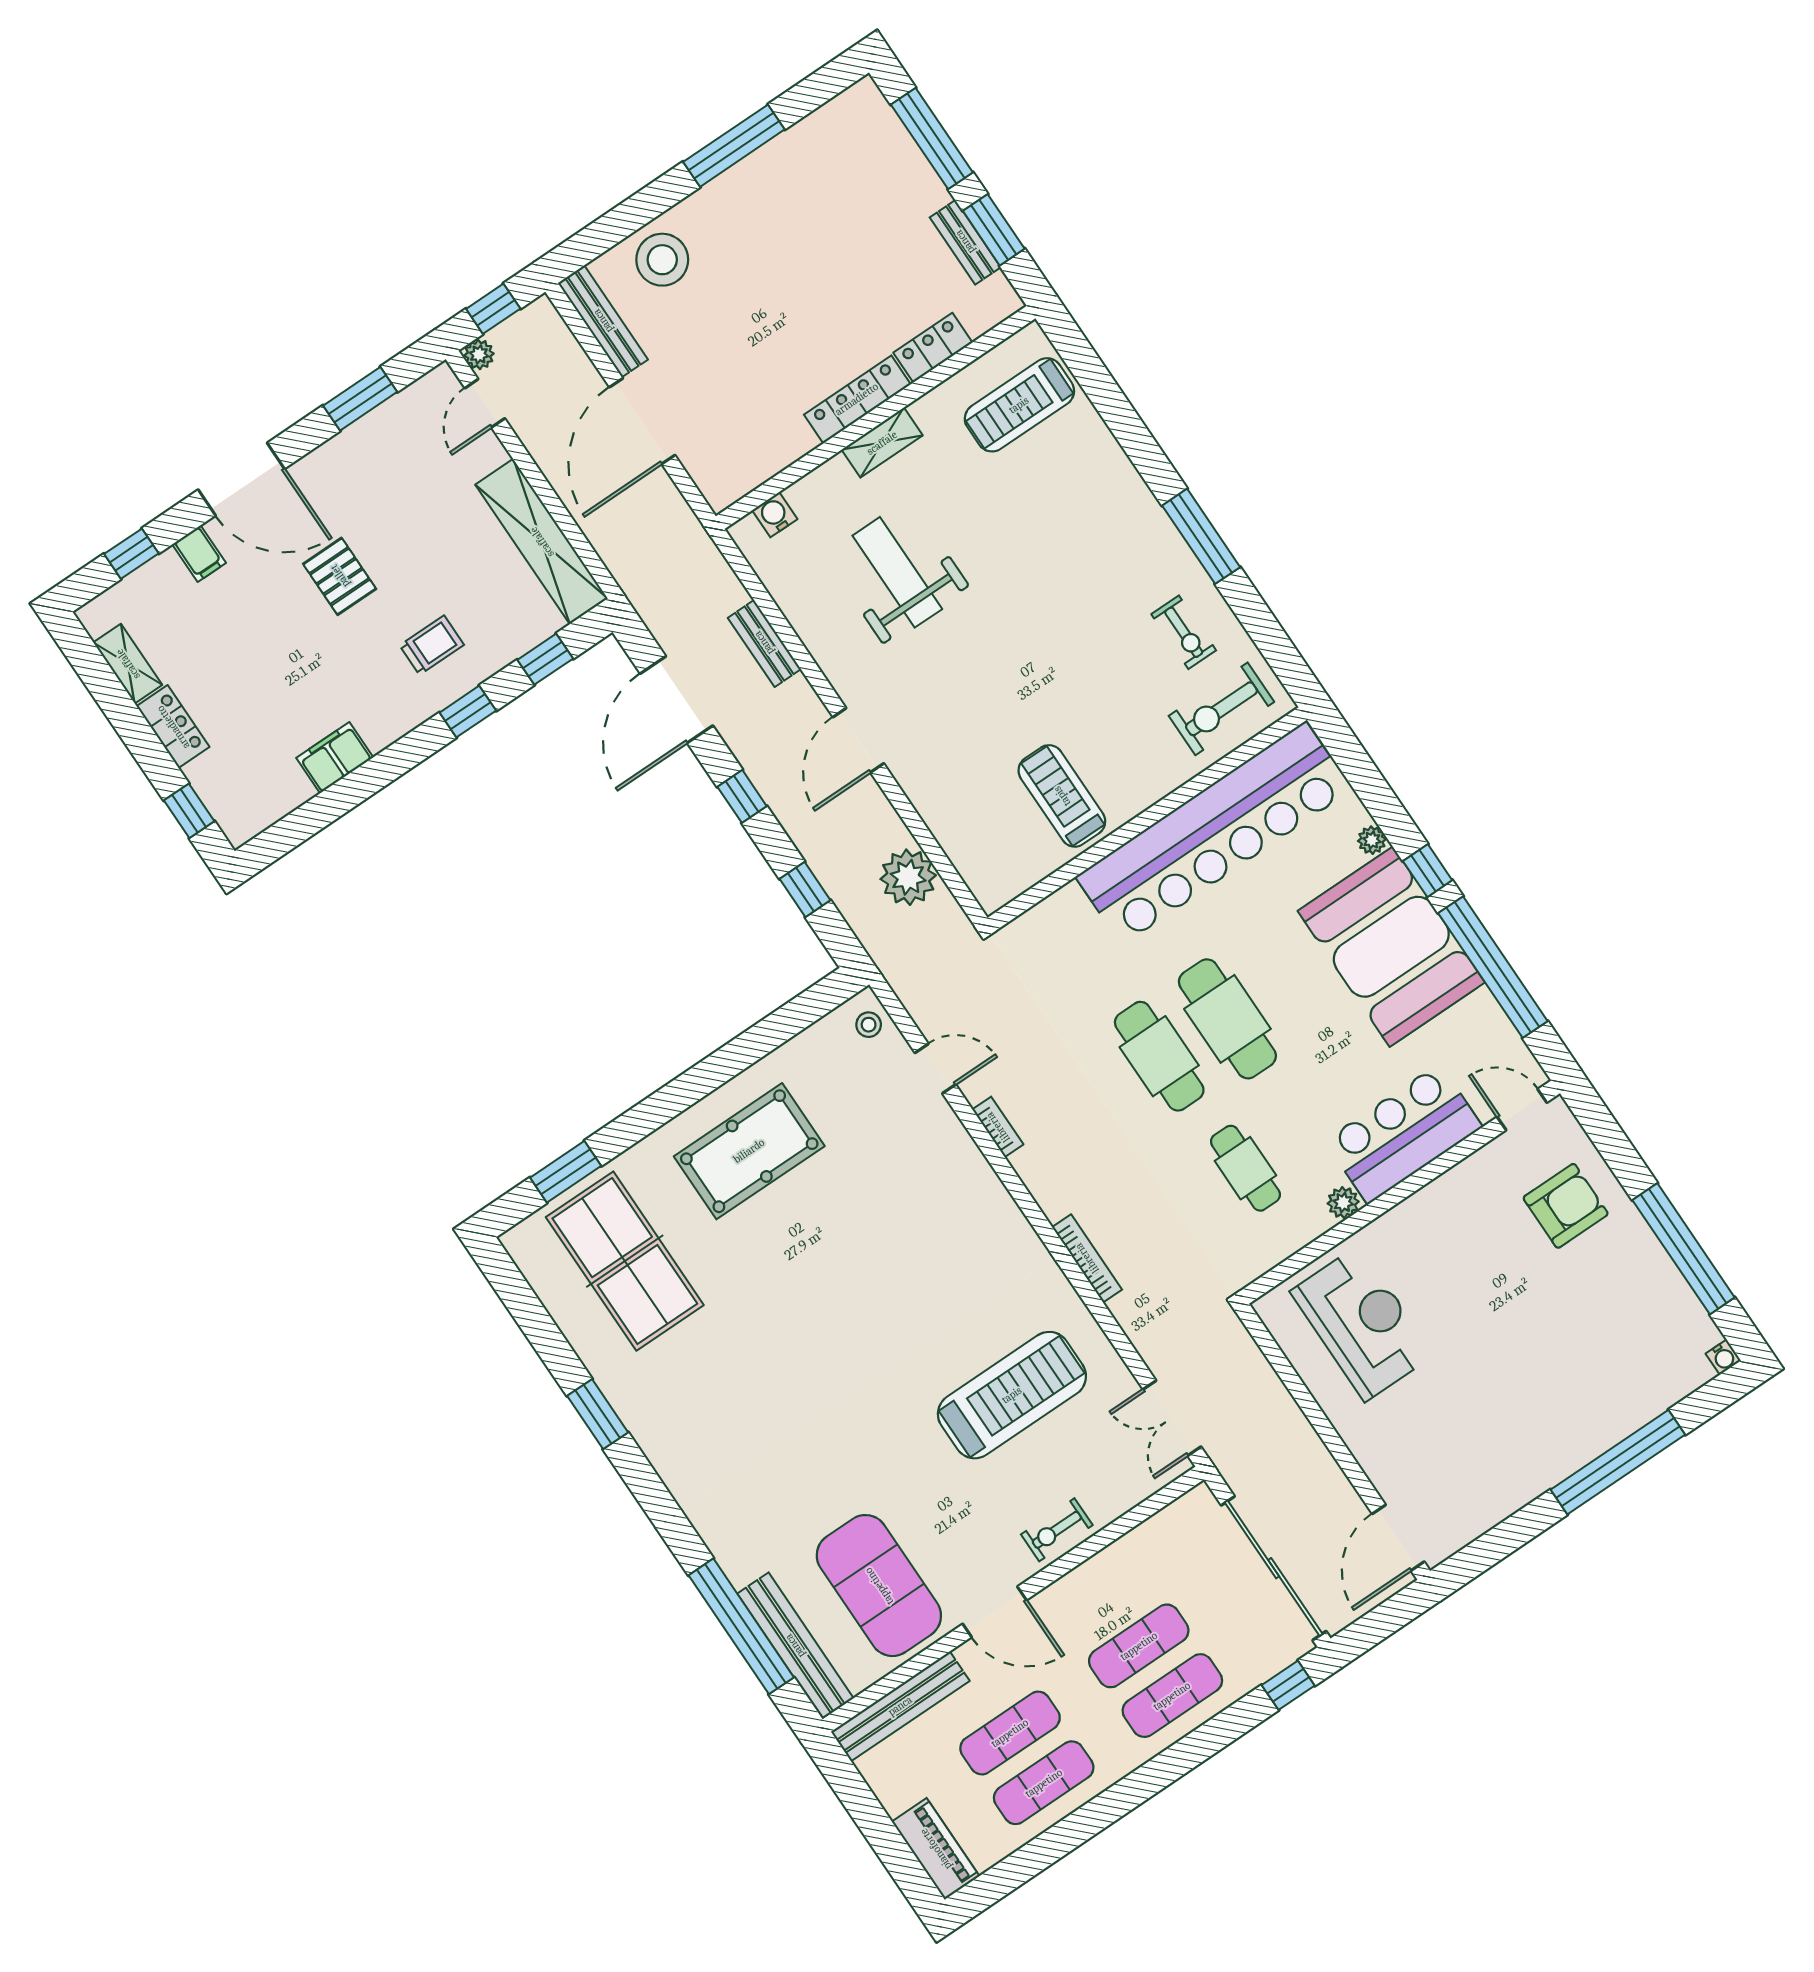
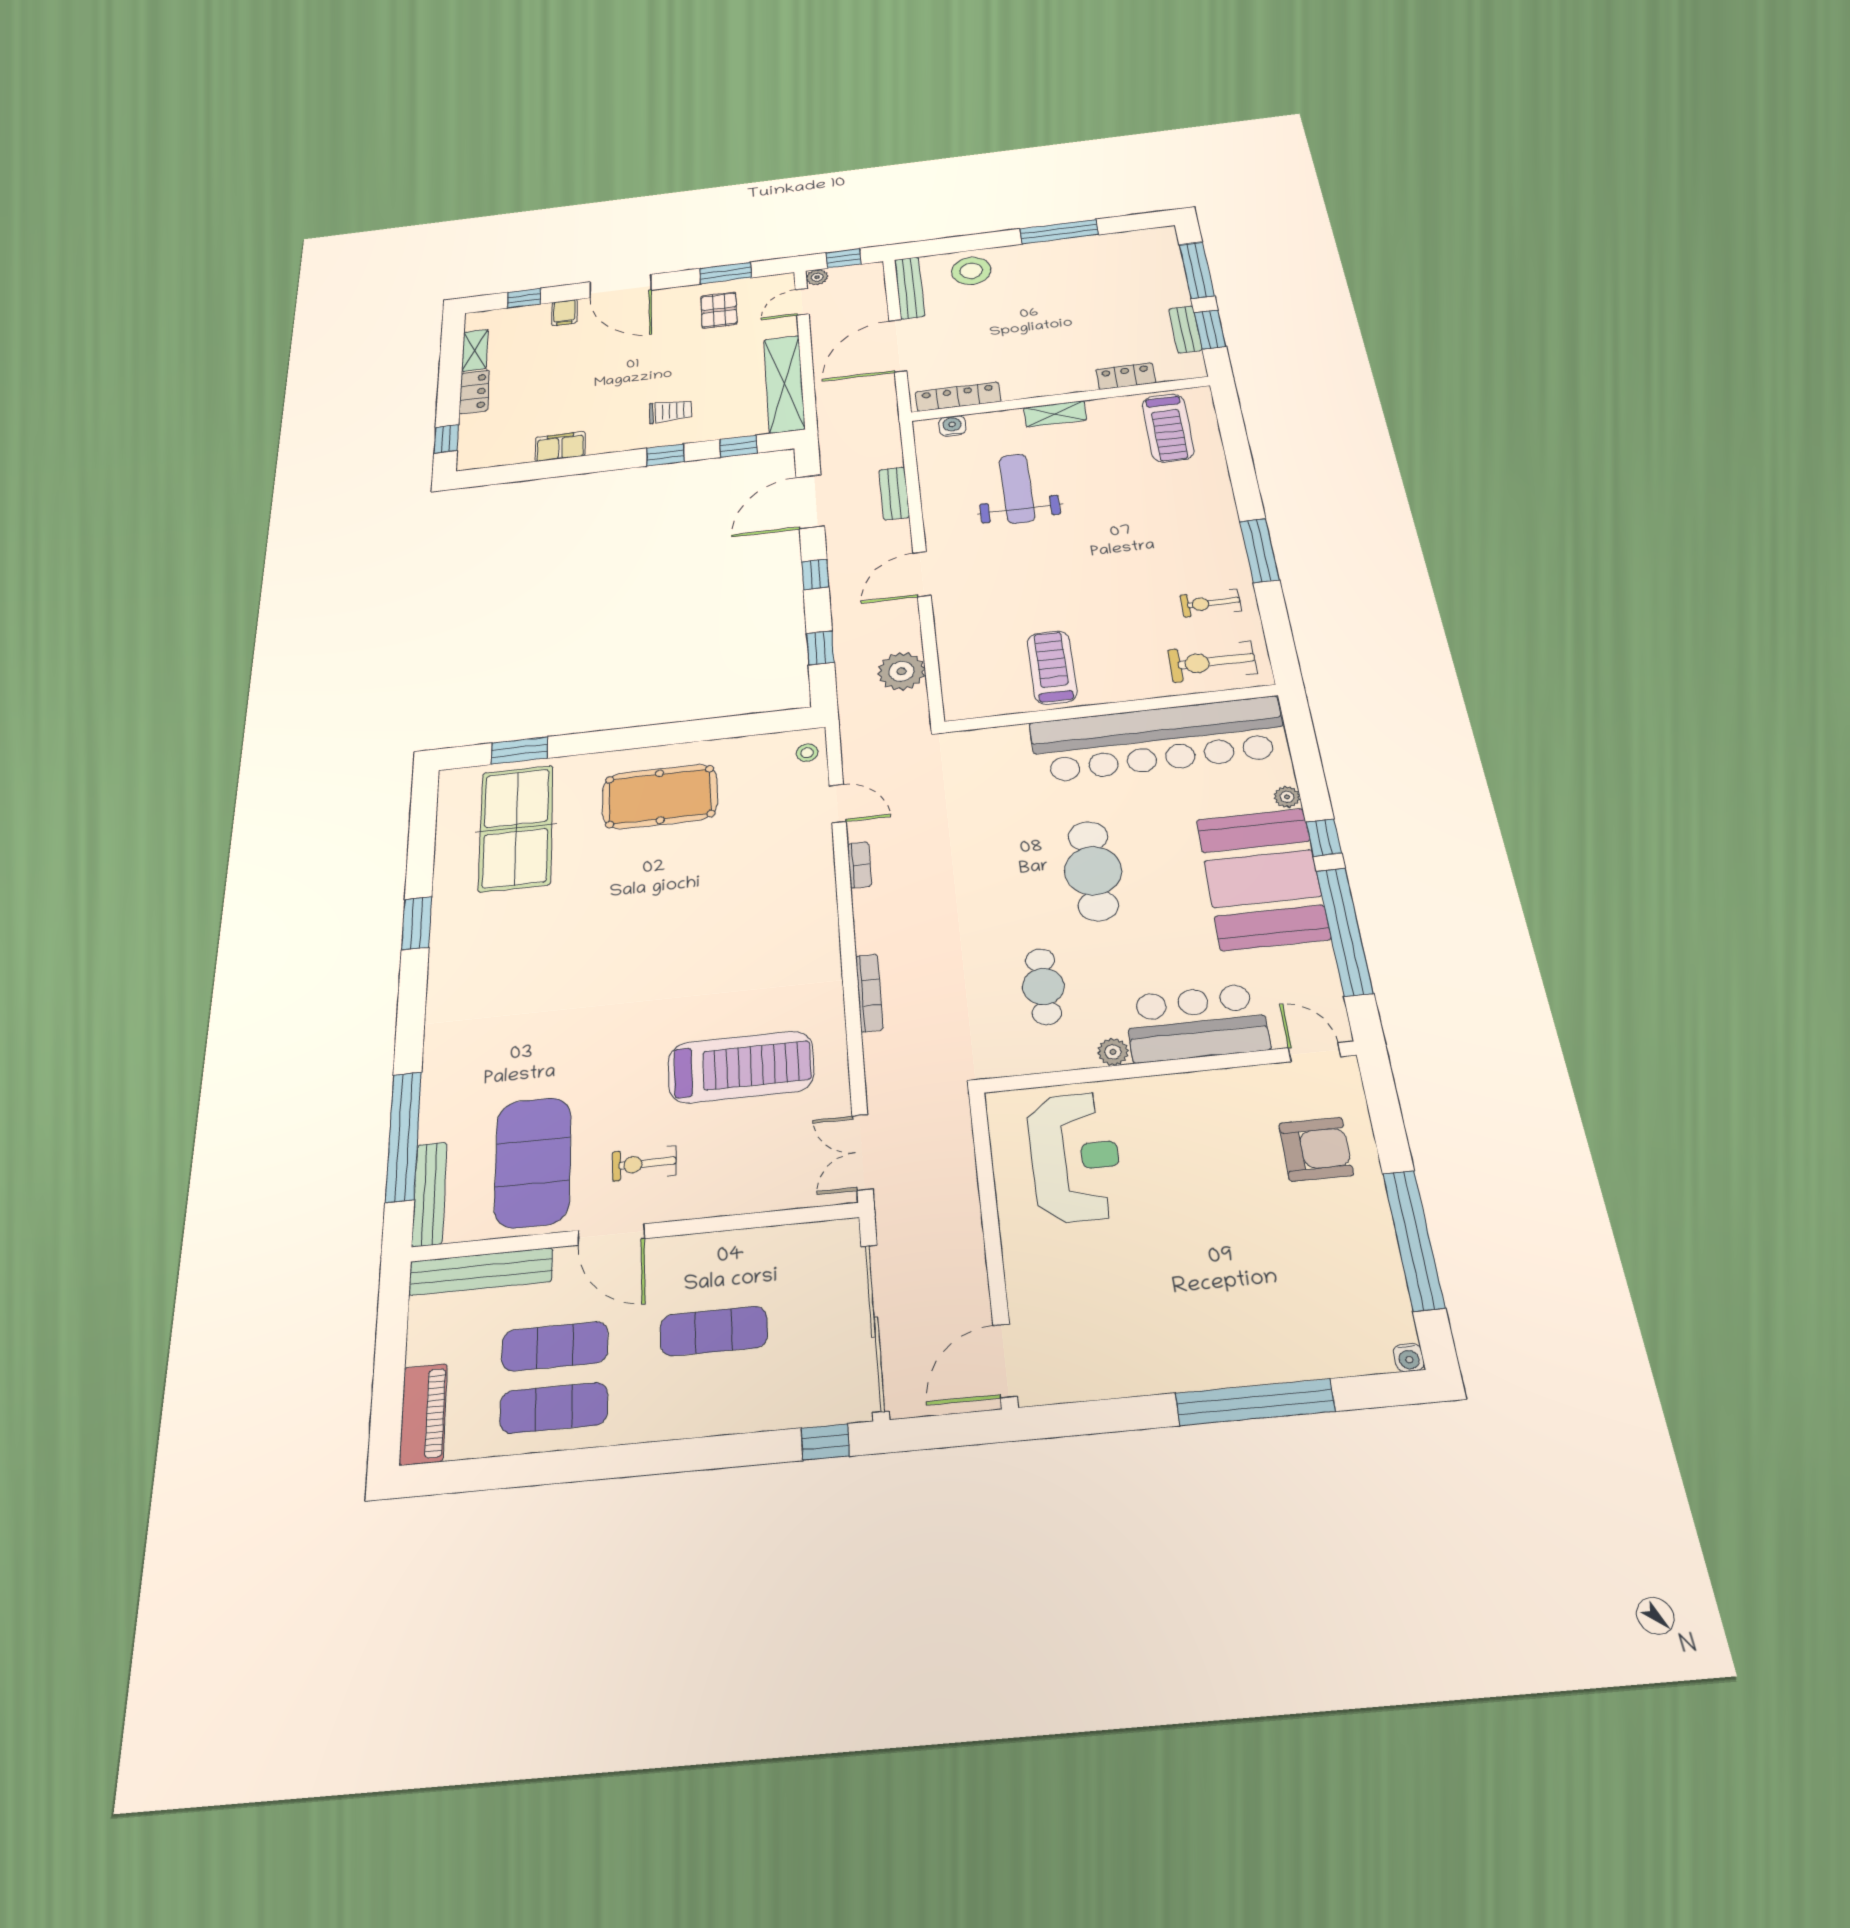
locker: (857, 399) -> (958, 397), moved
treadmill: (1019, 405) -> (1168, 428), turned -90
pallet: (340, 576) -> (719, 310), moved
exercise bike: (1184, 632) -> (1211, 603), turned 90
cafe table: (1159, 1056) -> (1021, 873), removed
exercise bike: (1057, 1530) -> (644, 1163), moved
bench: (795, 1646) -> (429, 1194), width x0.73, depth x0.82
exercise mat: (1172, 1696) -> (715, 1392), removed

